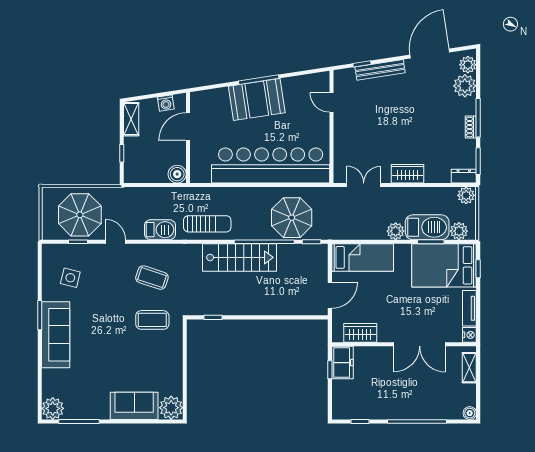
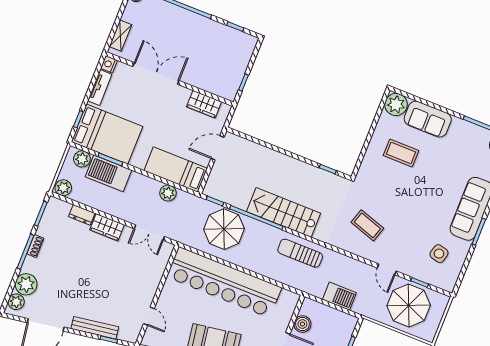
boiler: (177, 174) -> (302, 324), moved
dresser: (464, 176) -> (82, 215), moved
barbecue: (160, 230) -> (339, 296), moved, turned 180
plant: (396, 231) -> (168, 193), moved
coffee table: (152, 320) -> (401, 153), moved
freezer: (342, 363) -> (230, 84), removed

